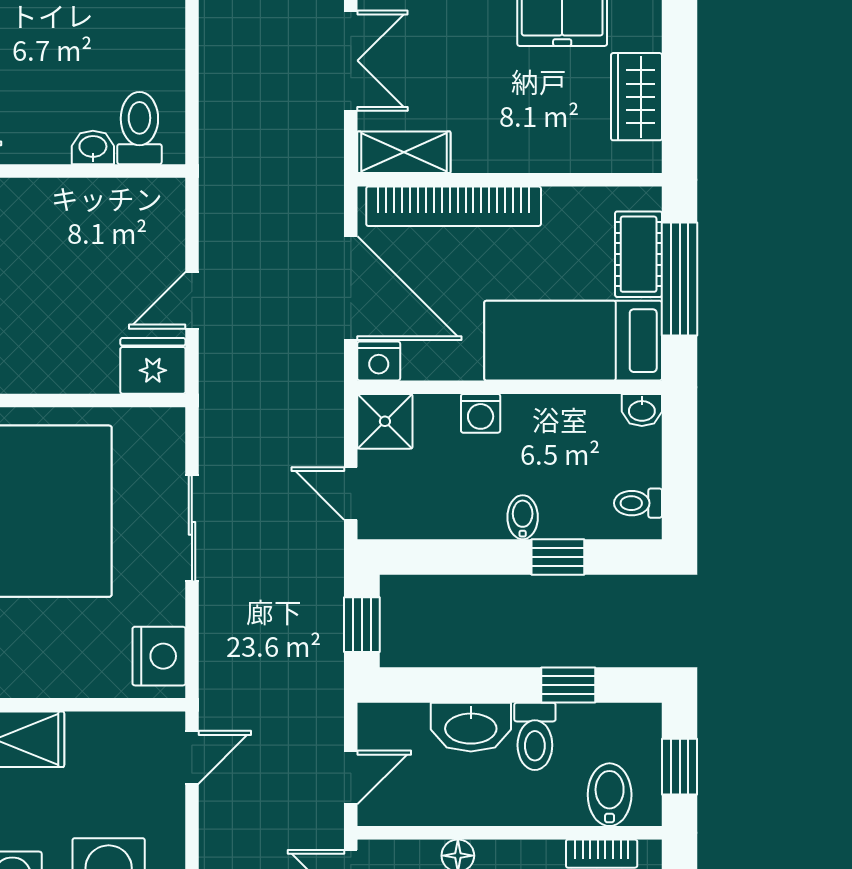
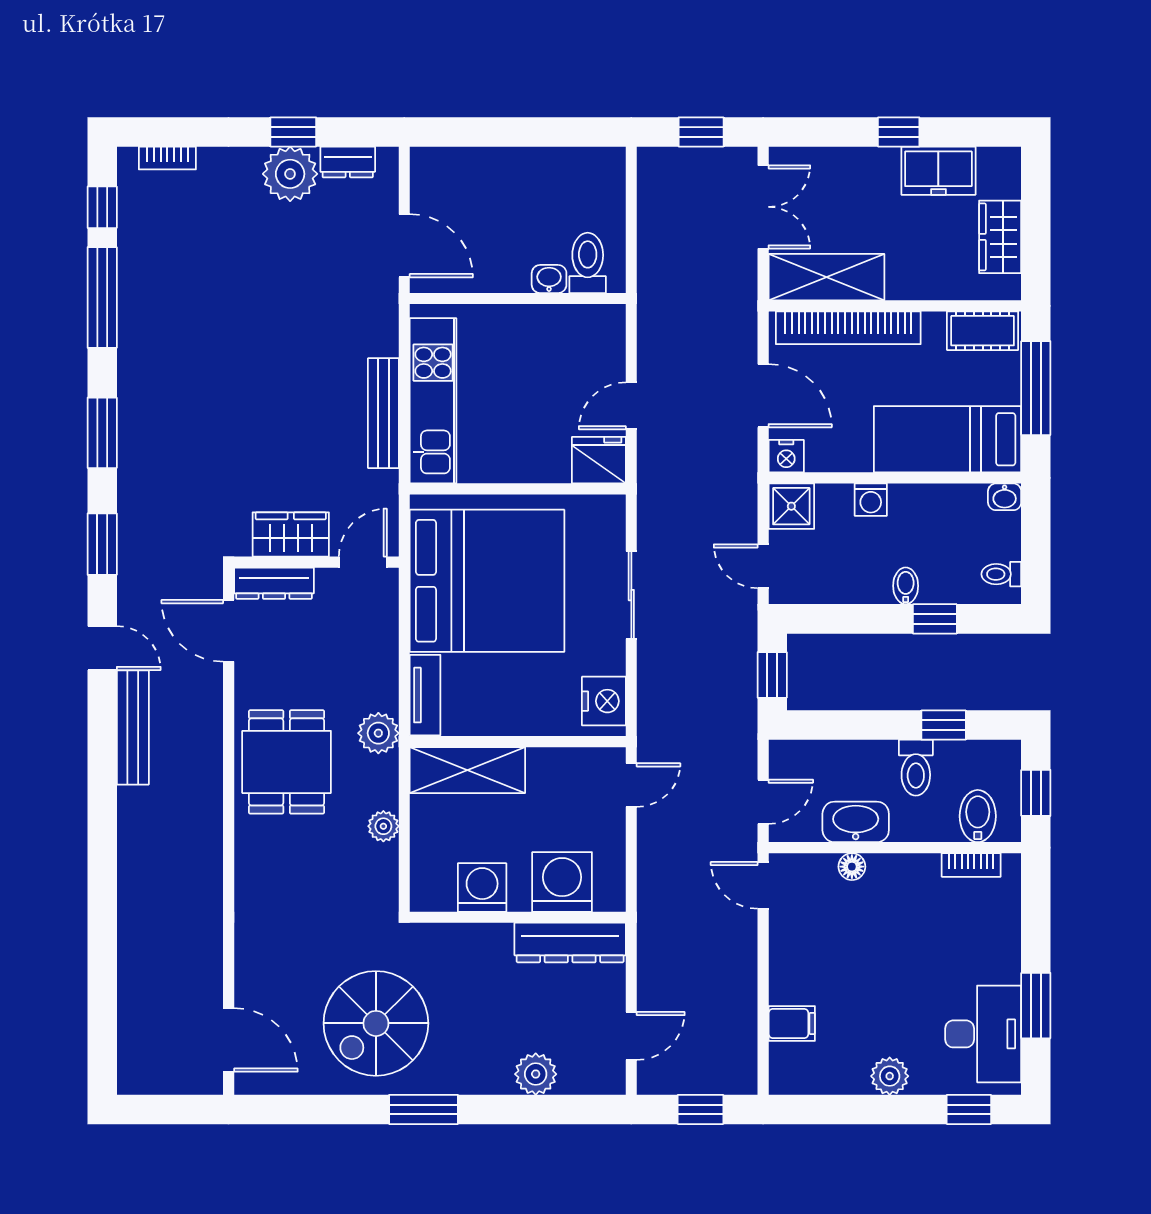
shelving: (404, 152) -> (826, 277), width x1.50, depth x1.33
cot: (639, 254) -> (983, 331), moved, turned 90
door: (351, 288) -> (763, 396), width x0.73
washbasin: (471, 727) -> (856, 822), moved, turned 180

